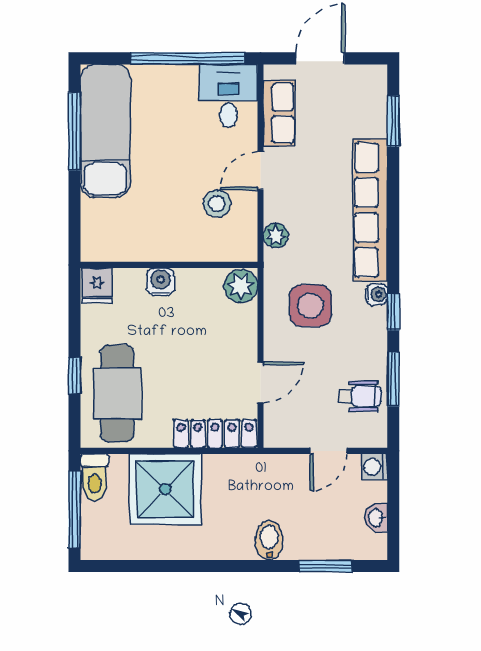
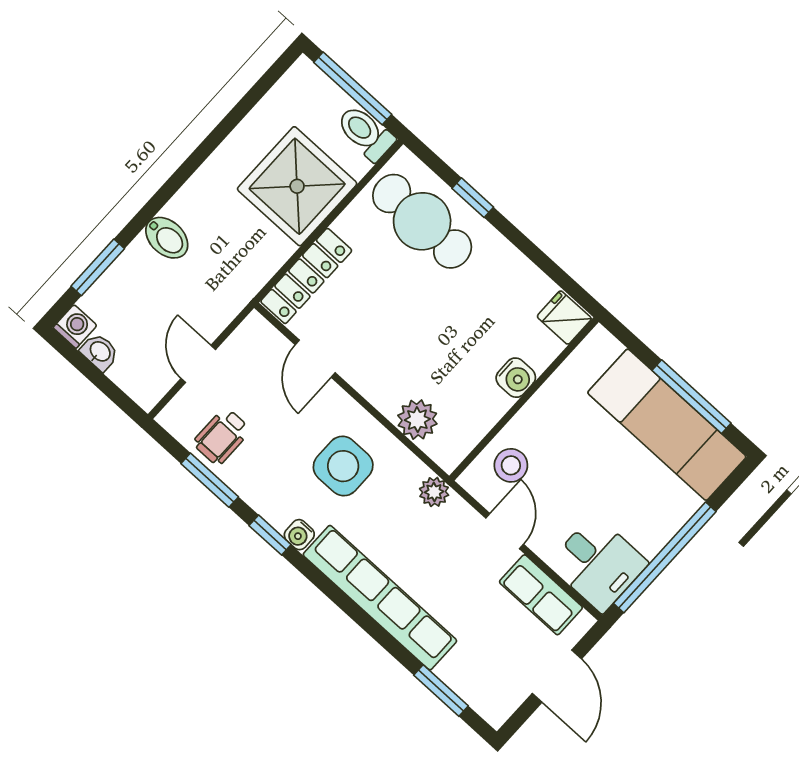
wall: (169, 265) -> (524, 399), moved
water cooler: (161, 282) -> (516, 378), moved
fridge: (97, 286) -> (564, 318), moved
washing machine: (374, 467) -> (75, 326), moved

